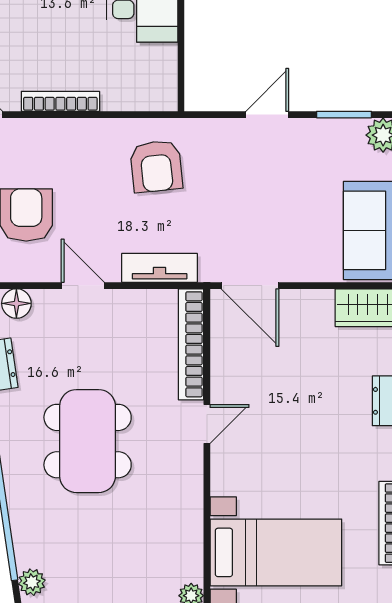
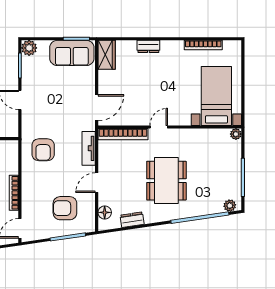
armchair: (156, 166) -> (43, 150), turned 96
door: (207, 424) -> (159, 127), hinge flipped
dining table: (88, 441) -> (166, 181), turned 90

